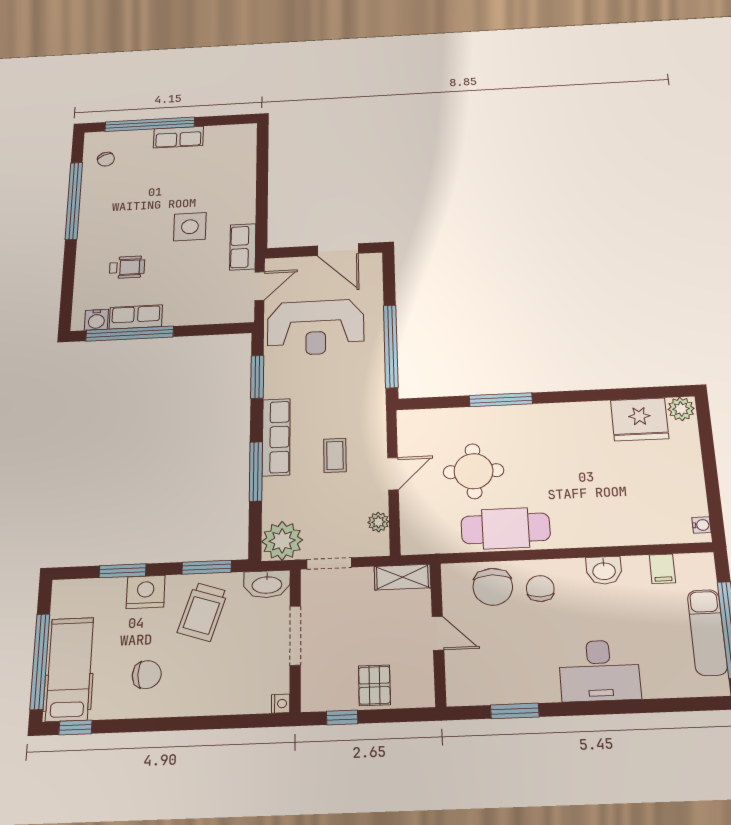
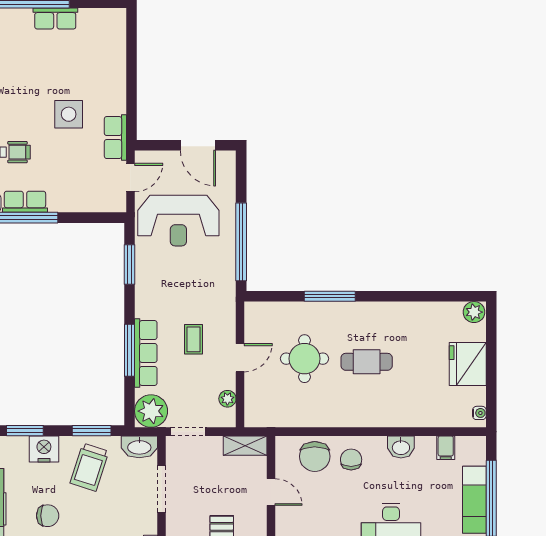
fridge: (640, 419) -> (468, 364), moved, turned 90
row of seats: (276, 437) -> (146, 353), moved
cafe table: (506, 528) -> (367, 362), moved, width x0.73, depth x0.74

